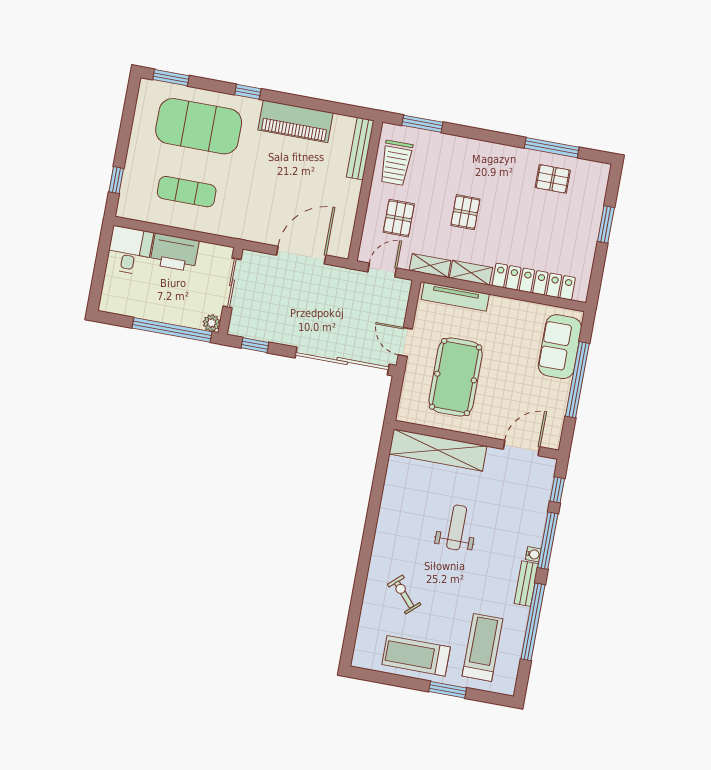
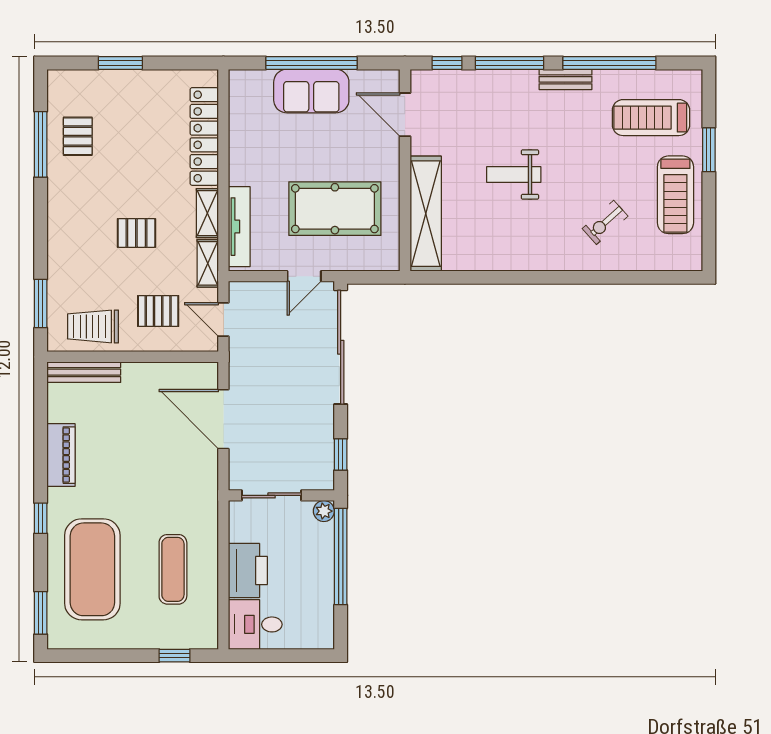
piano: (295, 121) -> (61, 455), width x0.73, depth x0.75
trolley: (396, 163) -> (93, 326), turned 180
sofa: (560, 347) -> (311, 91), moved
water cooler: (533, 554) -> (529, 77), removed

